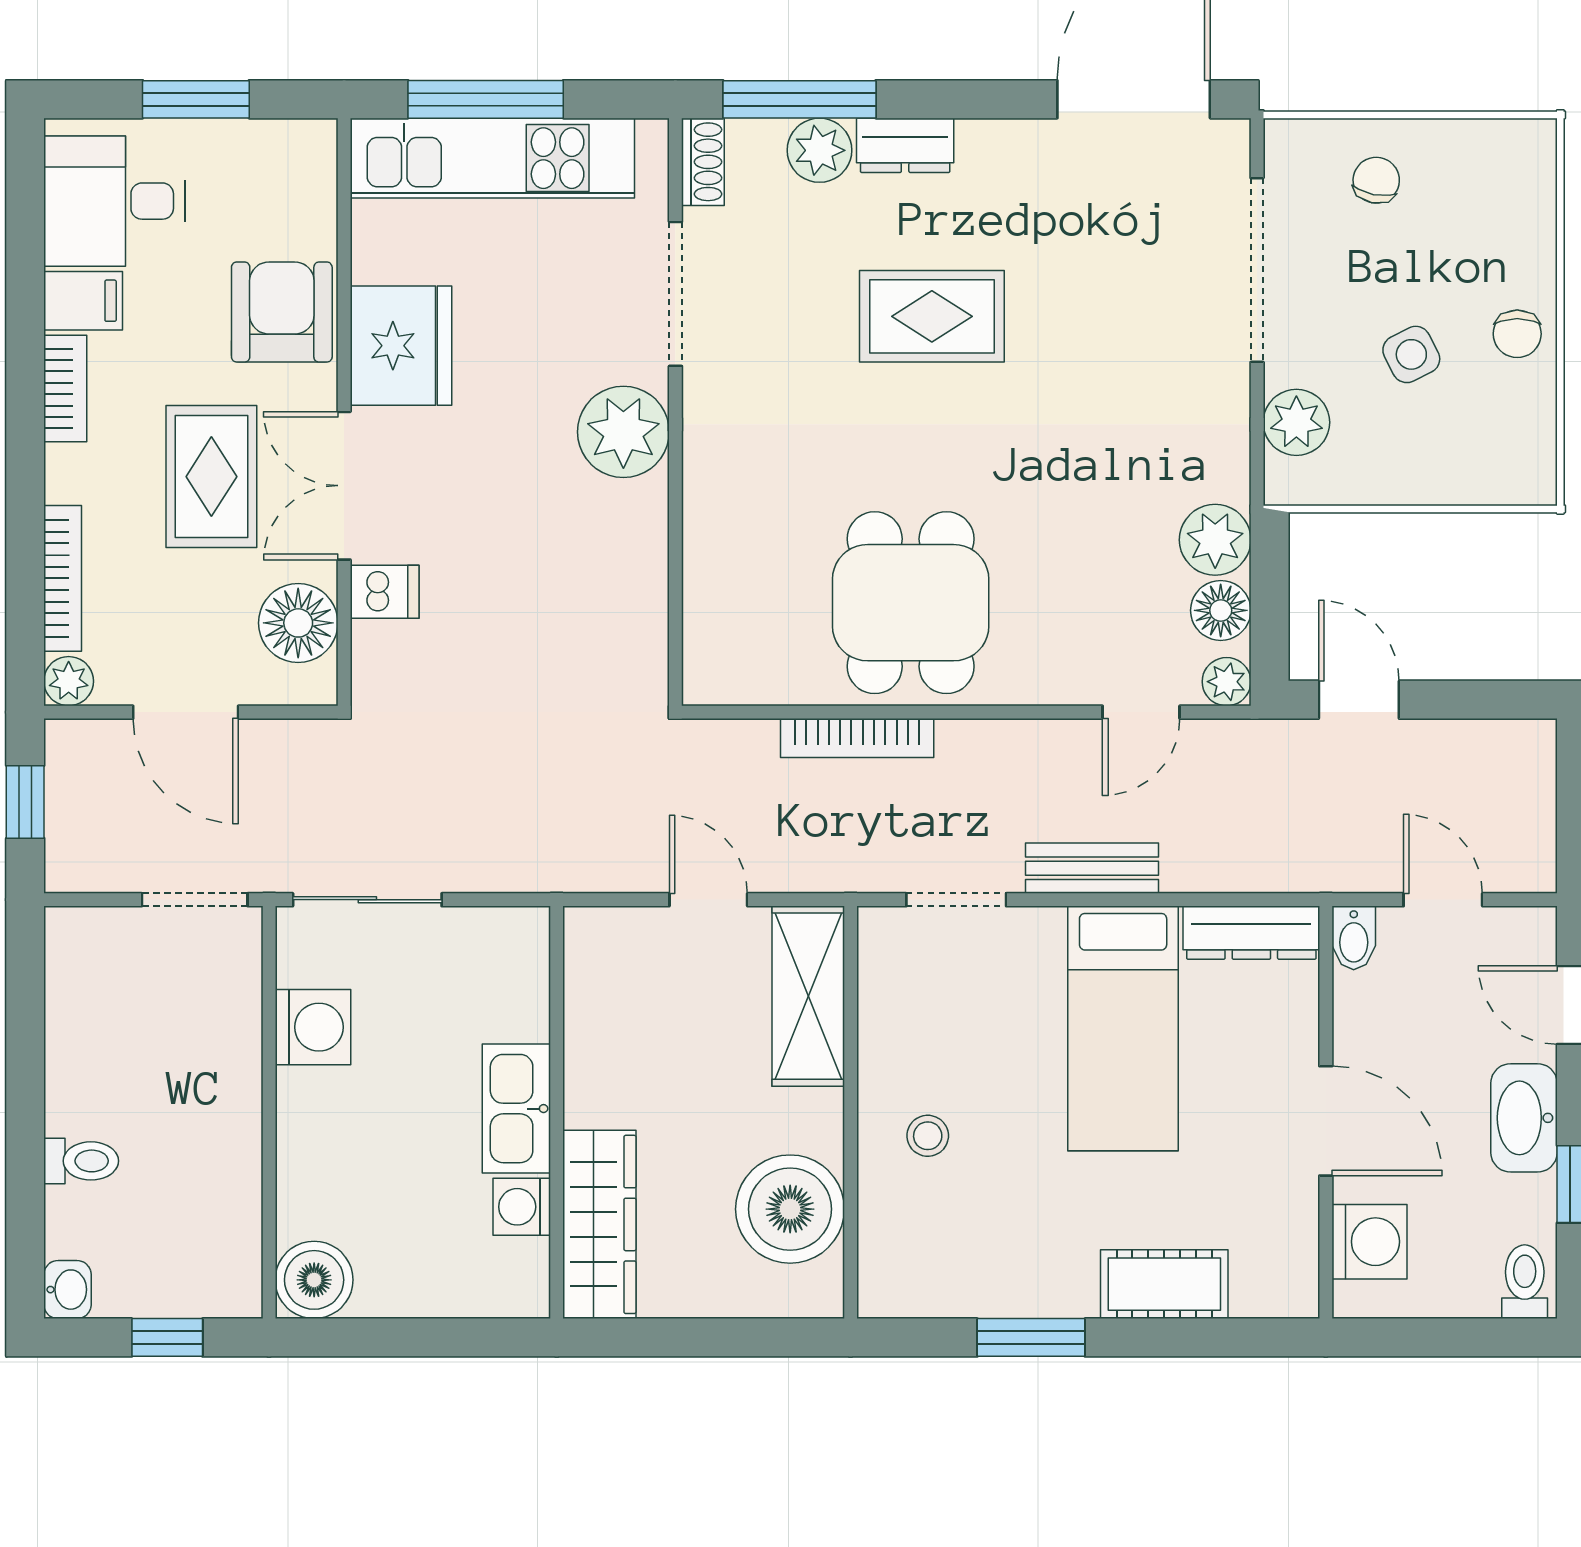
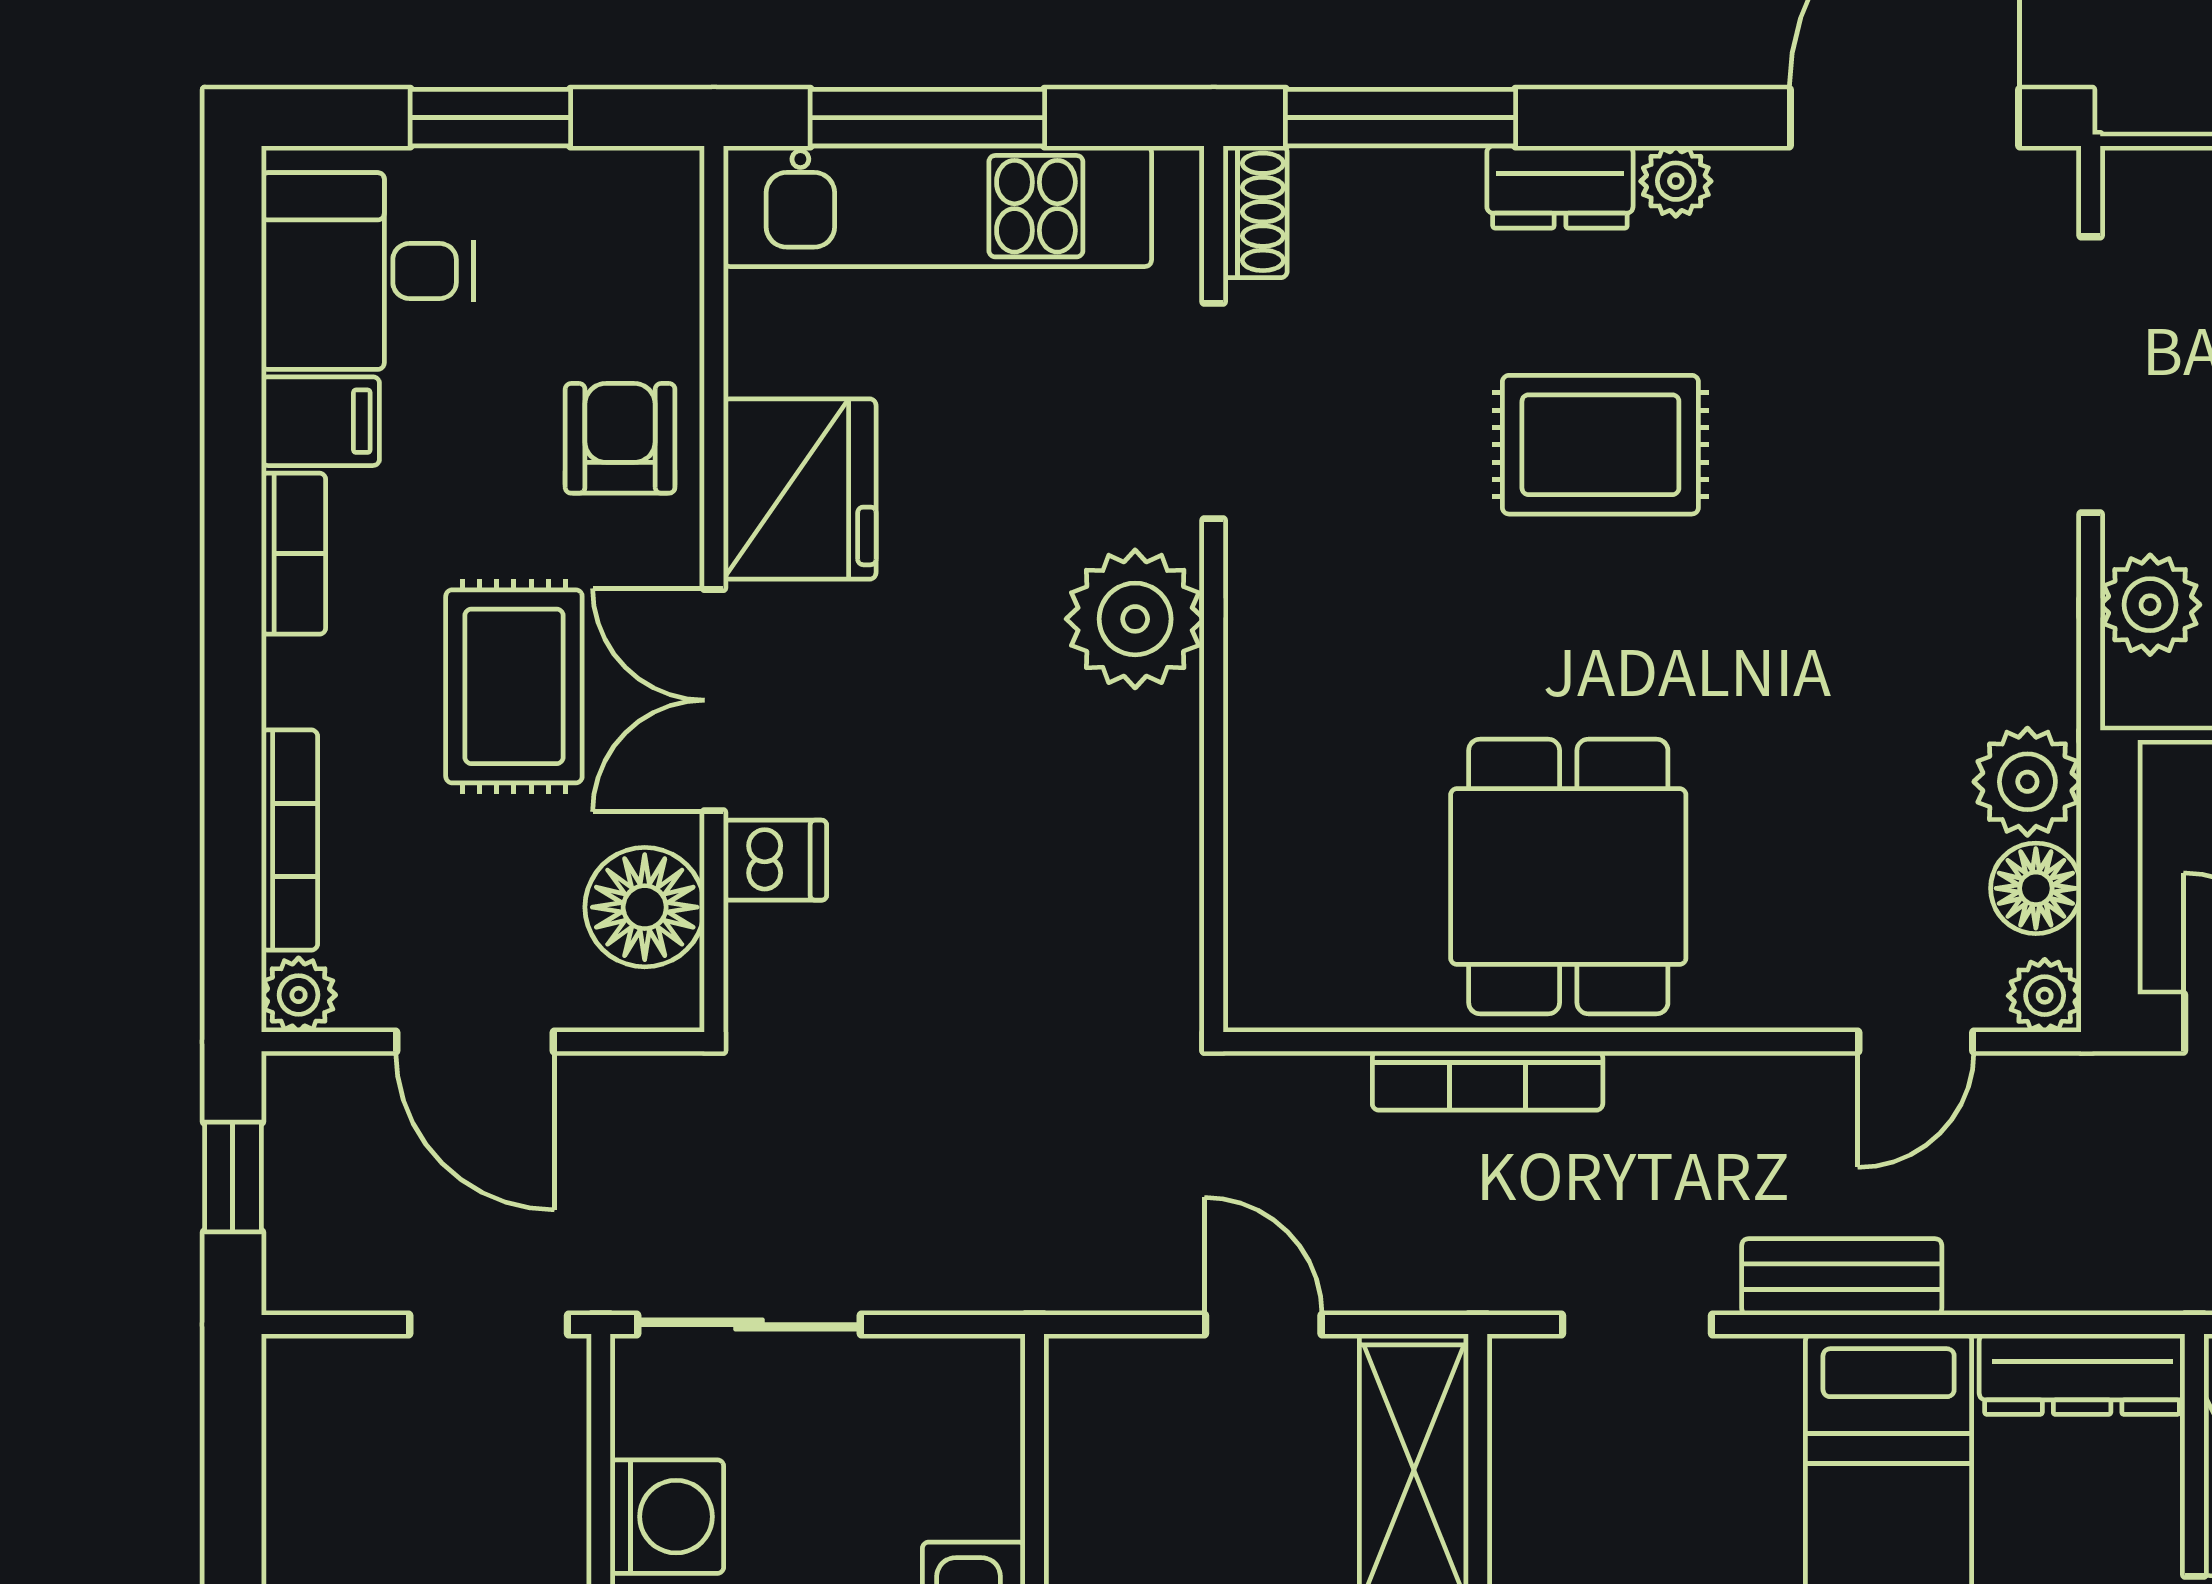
plant: (819, 150) -> (1676, 181), moved, width x0.73, depth x0.73
armchair: (282, 312) -> (620, 438), width x0.72, depth x0.72

